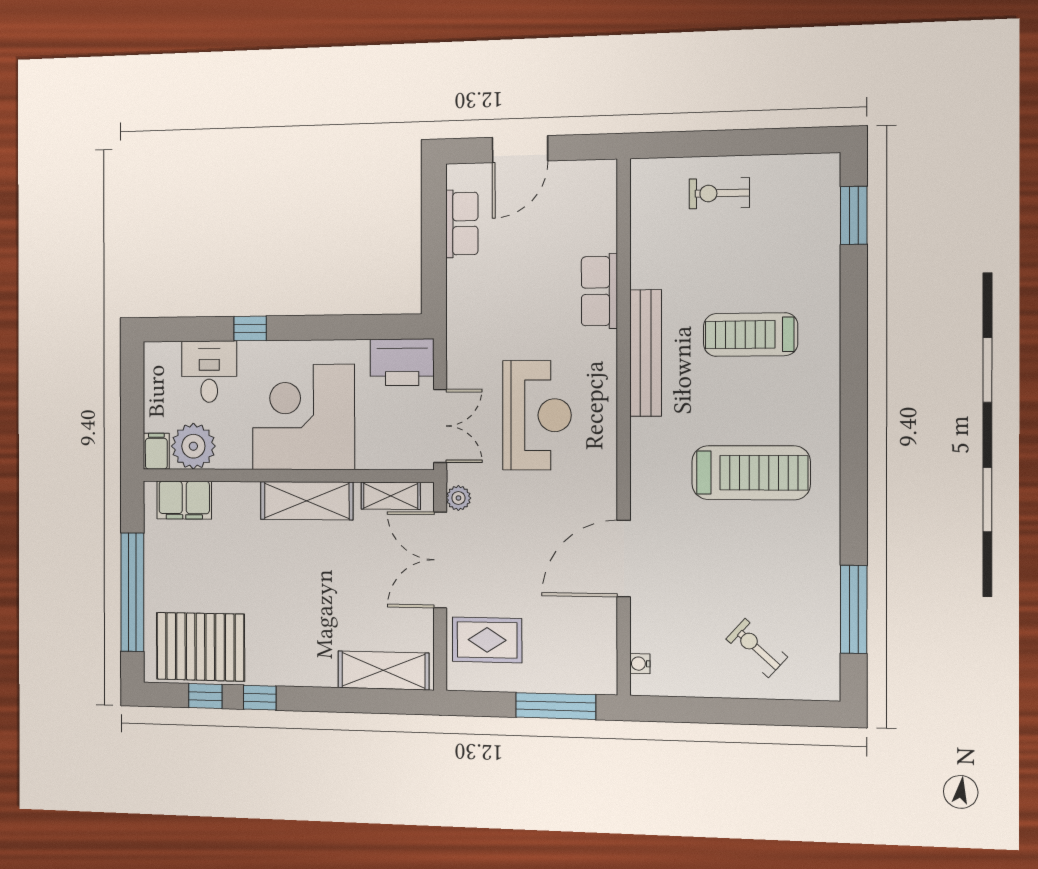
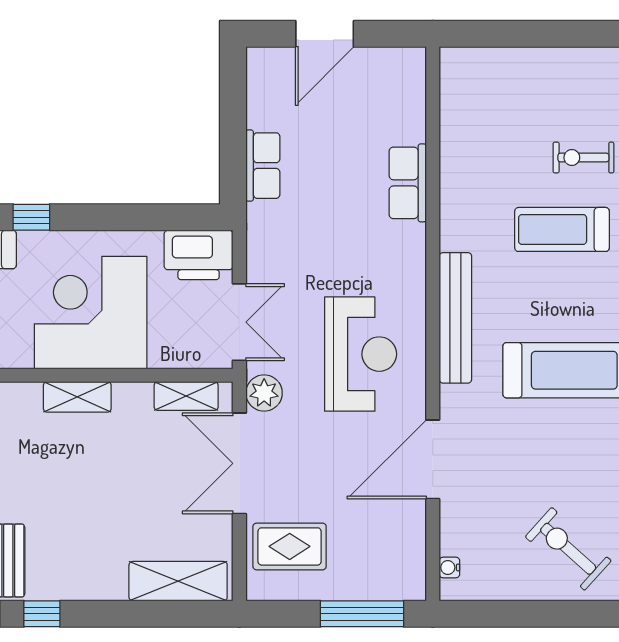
exercise bike: (719, 193) -> (583, 158), moved
row of seats: (462, 224) -> (263, 166), moved
bench: (646, 353) -> (455, 318), moved
reception desk: (537, 415) -> (361, 354), moved
plant: (458, 498) -> (264, 393), width x1.38, depth x1.38
shelving: (307, 501) -> (77, 397), width x0.67, depth x0.75
exercise bike: (757, 648) -> (568, 549), width x1.38, depth x1.39

